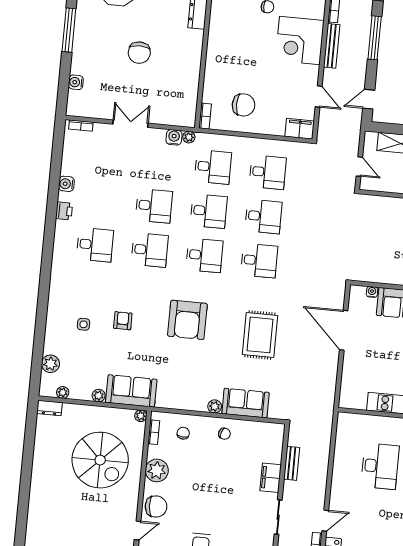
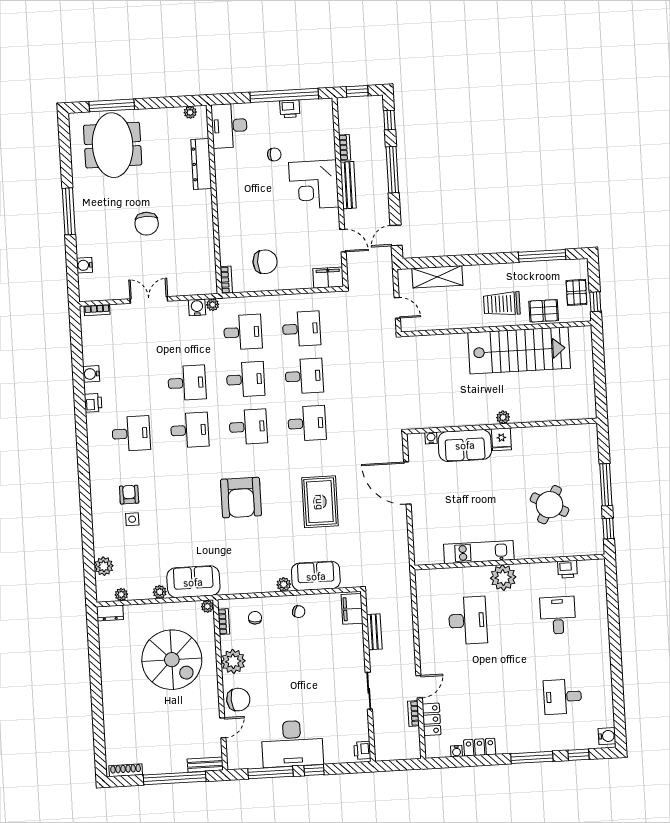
armchair: (123, 321) -> (129, 495), moved
filing cabinet: (271, 478) -> (352, 609), moved

